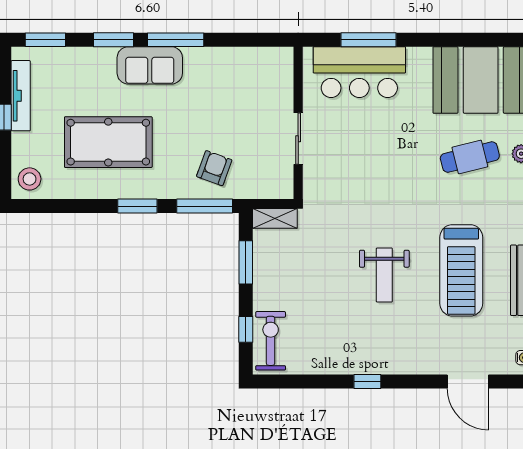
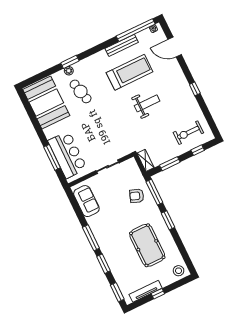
sofa: (150, 65) -> (86, 201), moved
exercise bike: (271, 341) -> (188, 133), moved
door: (468, 381) -> (175, 47), swing flipped

